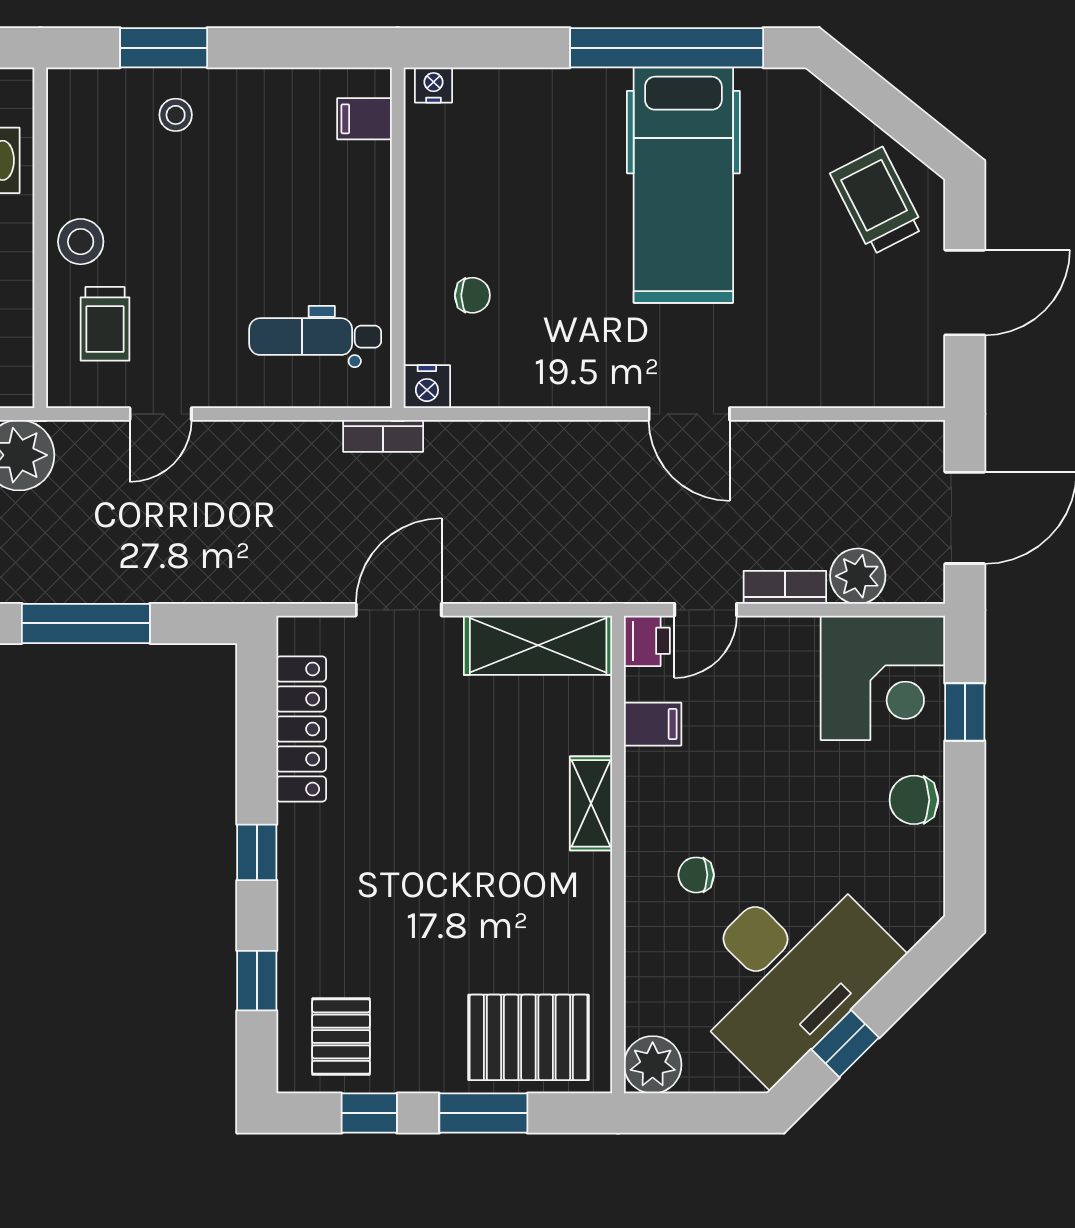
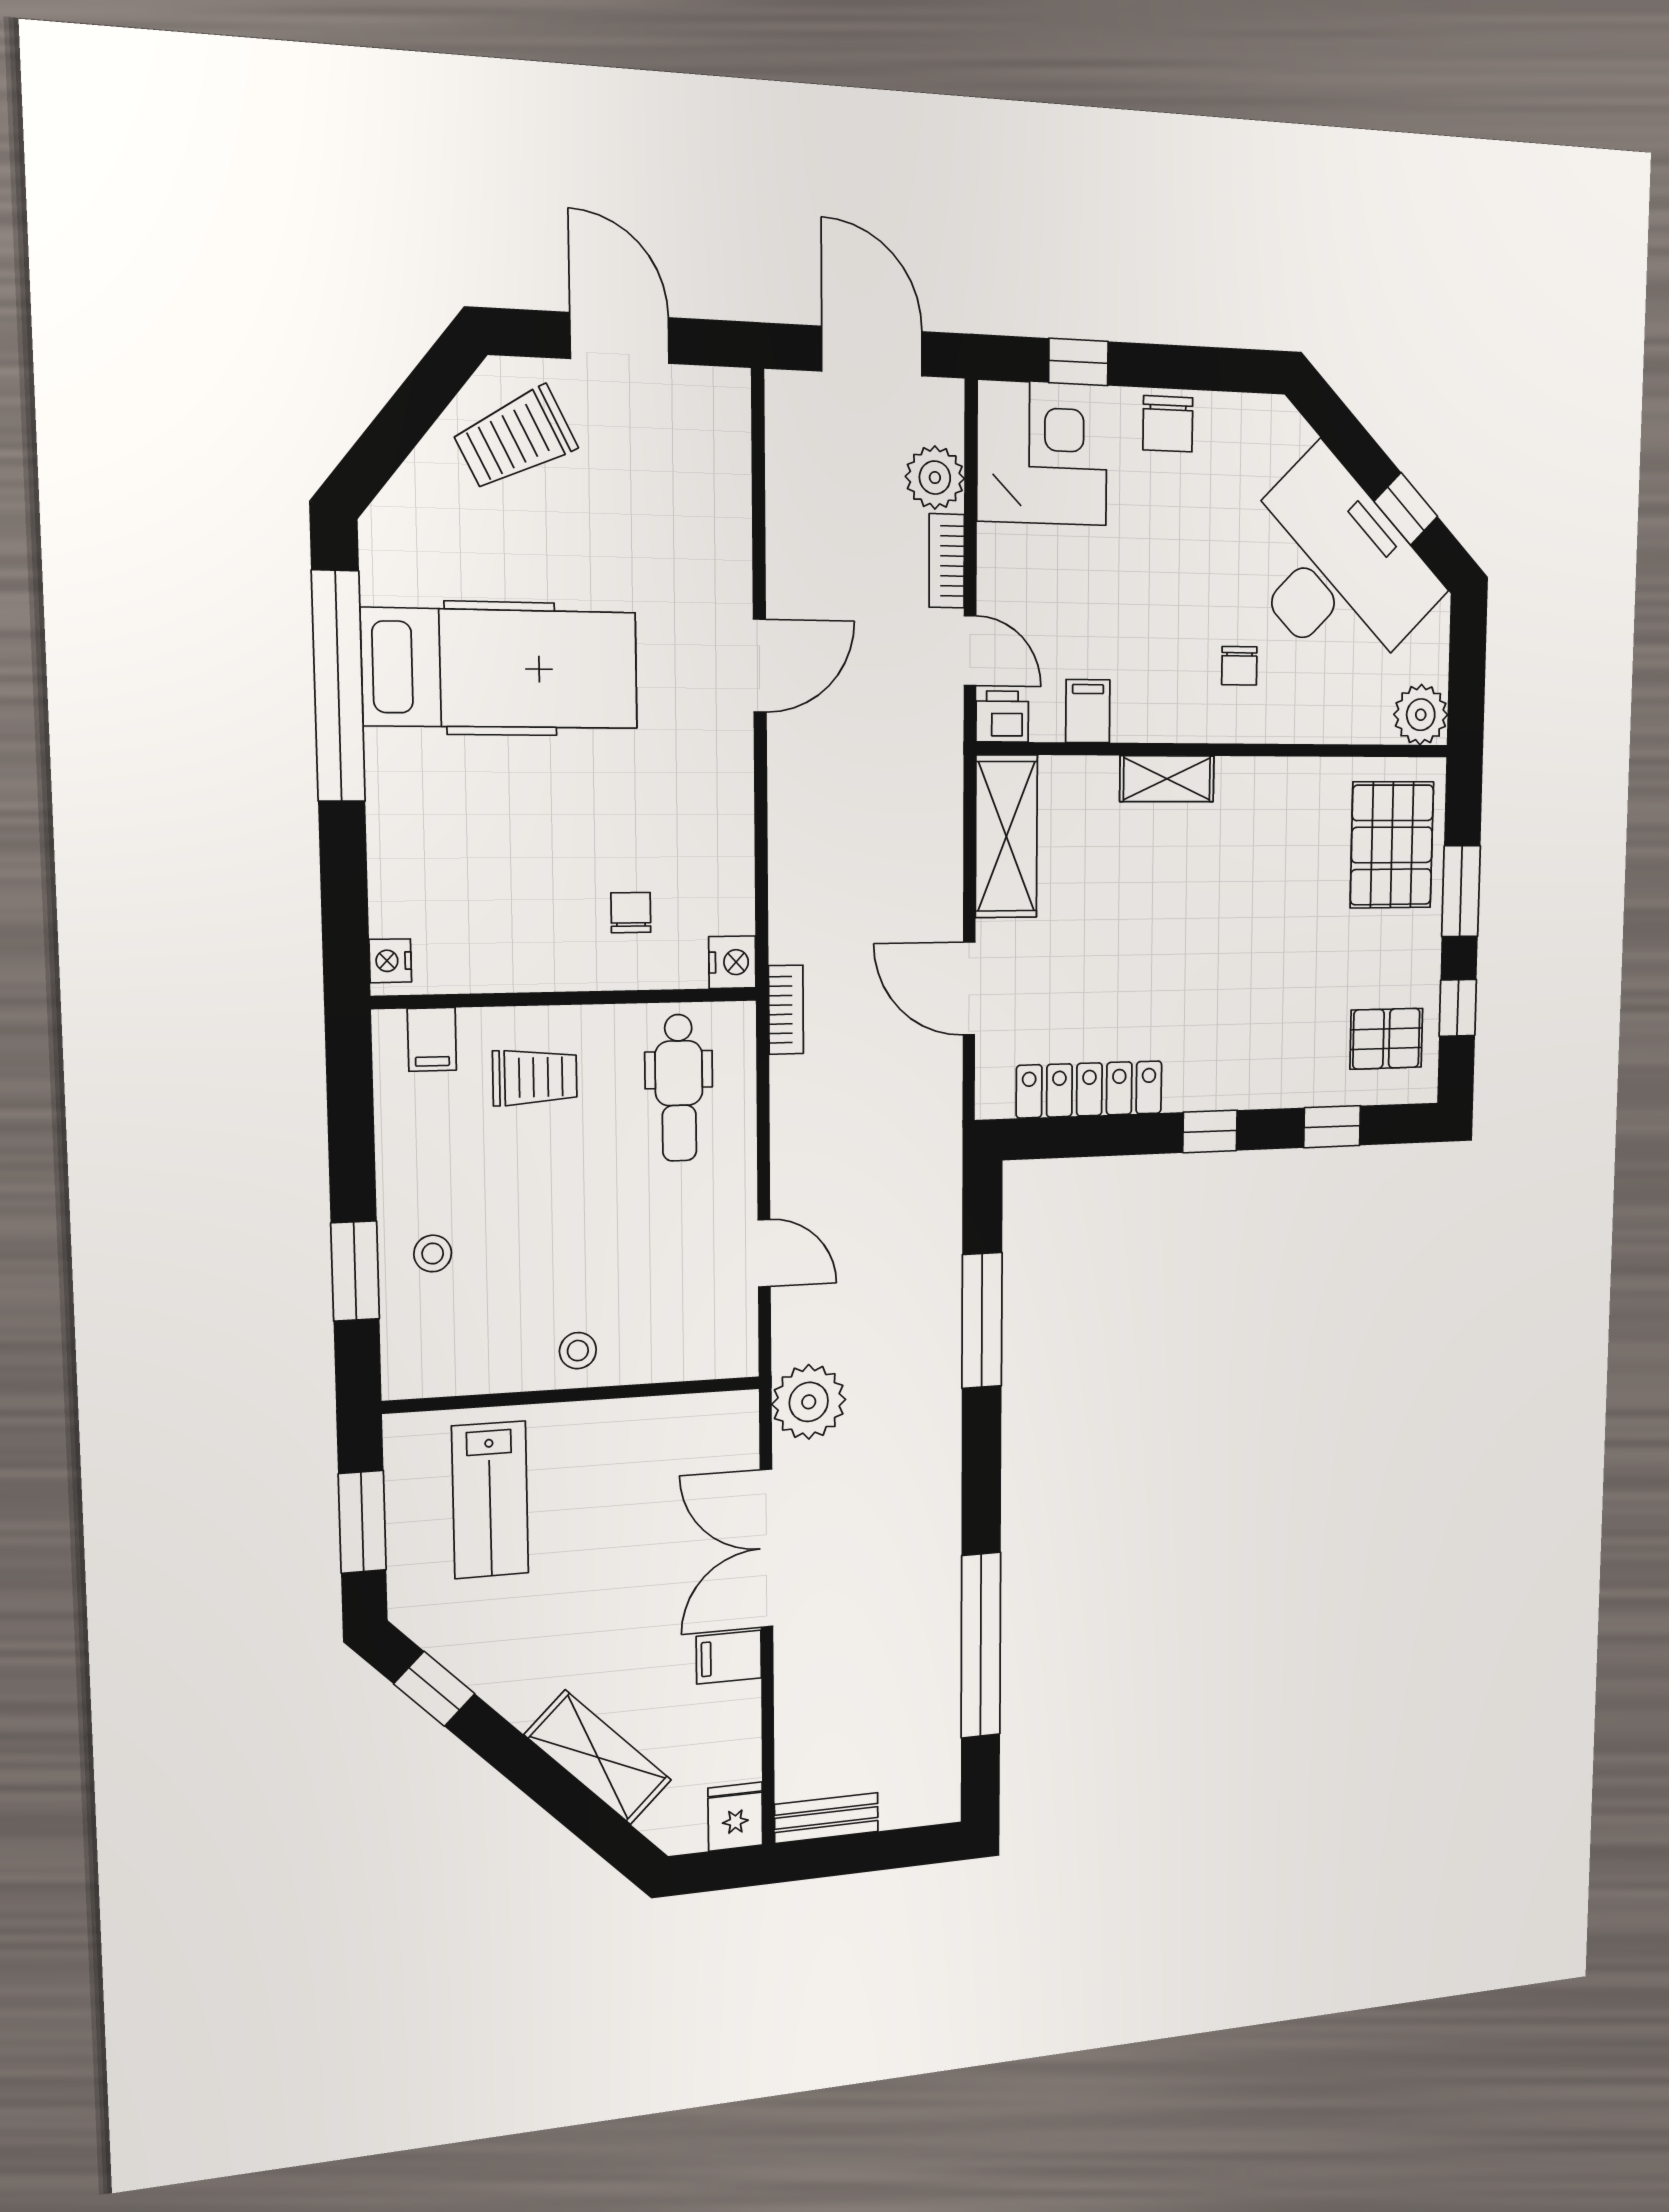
stool: (81, 242) -> (578, 1351), width x0.73, depth x0.73
trolley: (105, 324) -> (535, 1077), moved

